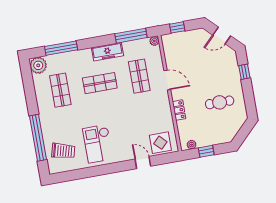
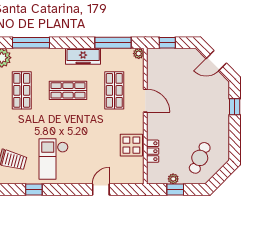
cafe table: (220, 102) -> (200, 158), moved, turned -65
locker: (179, 110) -> (153, 151), moved
display table: (160, 143) -> (131, 145), moved
plant: (192, 145) -> (173, 179), moved
door: (143, 163) -> (101, 189), hinge flipped
window: (86, 173) -> (34, 189), added

